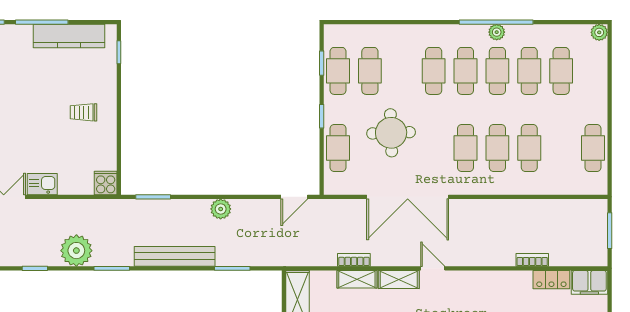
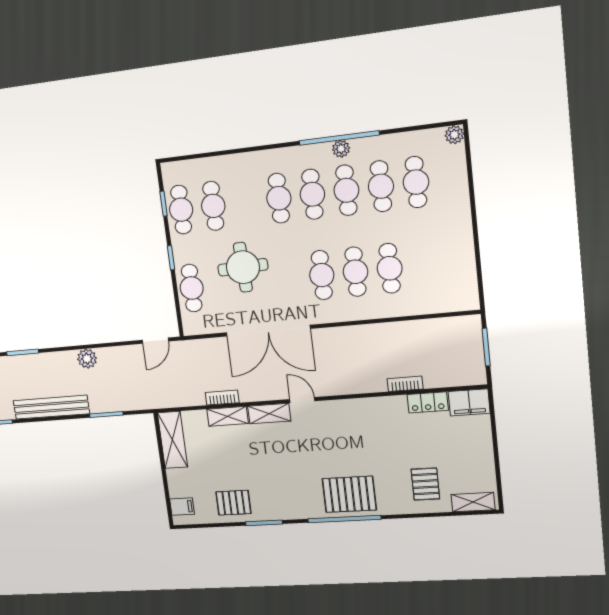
cafe table: (593, 148) -> (459, 261), removed

